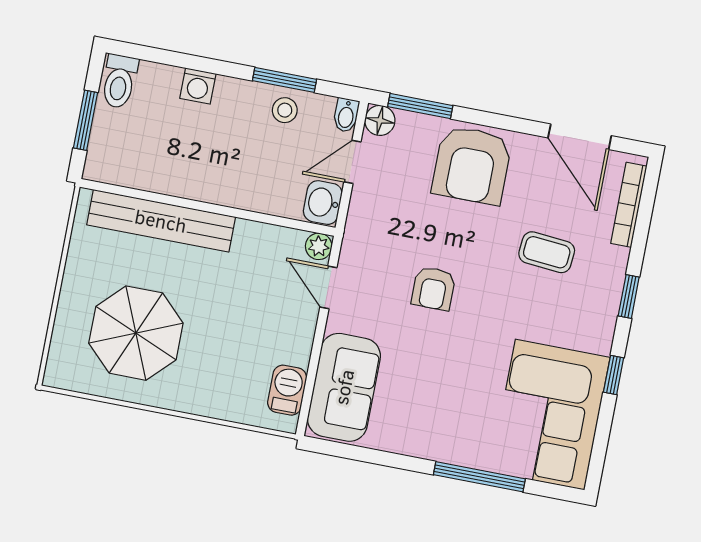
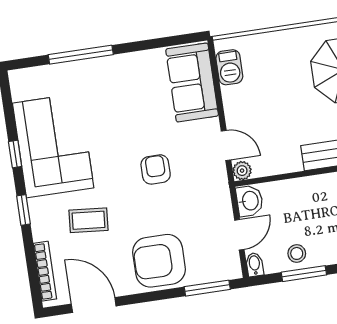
floor lamp: (380, 120) -> (231, 269), removed
armchair: (472, 165) -> (159, 261), turned -90
corner sofa: (550, 415) -> (53, 146), moved

